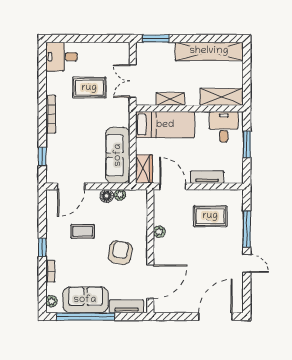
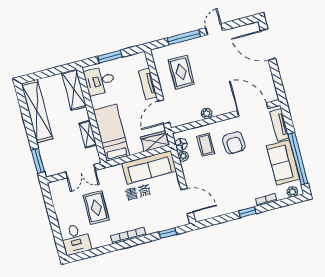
floor lamp: (107, 196) -> (181, 144), moved
coffee table: (83, 231) -> (206, 145), moved
armchair: (120, 253) -> (234, 143), turned -103

